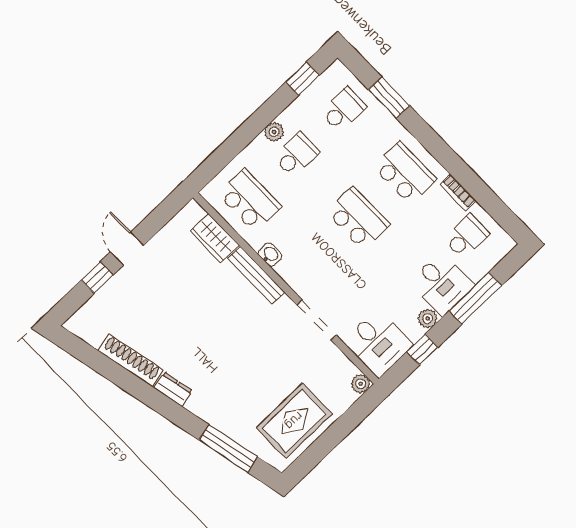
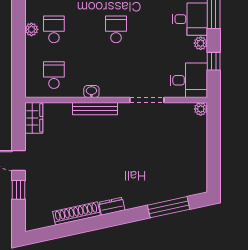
school desk: (250, 200) -> (54, 75), width x0.54
school desk: (358, 218) -> (116, 29), width x0.54
wardrobe: (215, 238) -> (34, 118), moved, turned -90
rug: (294, 421) -> (187, 160), removed

